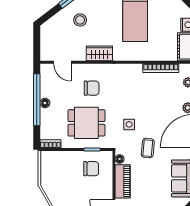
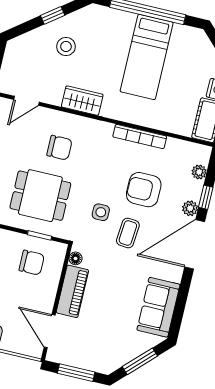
door: (62, 62) -> (26, 101), hinge flipped
bookcase: (161, 68) -> (140, 136), moved
armchair: (154, 103) -> (144, 190), added
coffee table: (148, 148) -> (128, 233), moved

